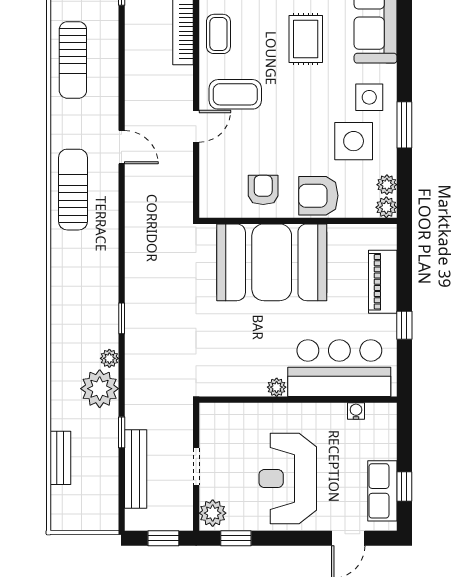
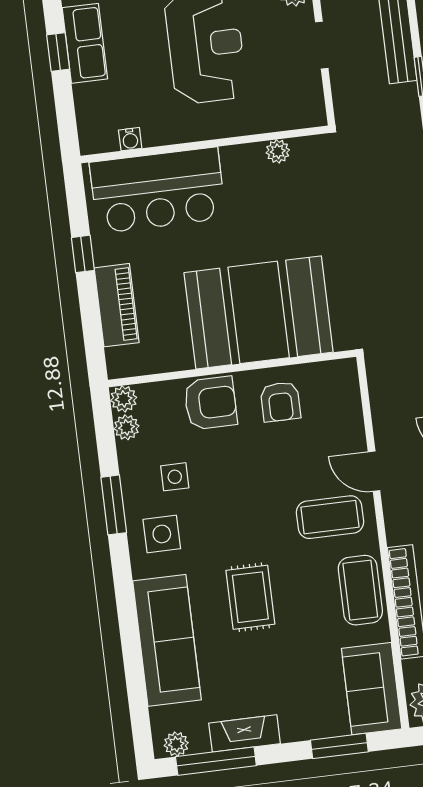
coffee table: (218, 34) -> (360, 590), width x1.36, depth x1.30
door: (196, 126) -> (374, 471), hinge flipped
side table: (354, 141) -> (175, 477), width x0.54, depth x0.54
plant: (277, 387) -> (278, 151), moved

